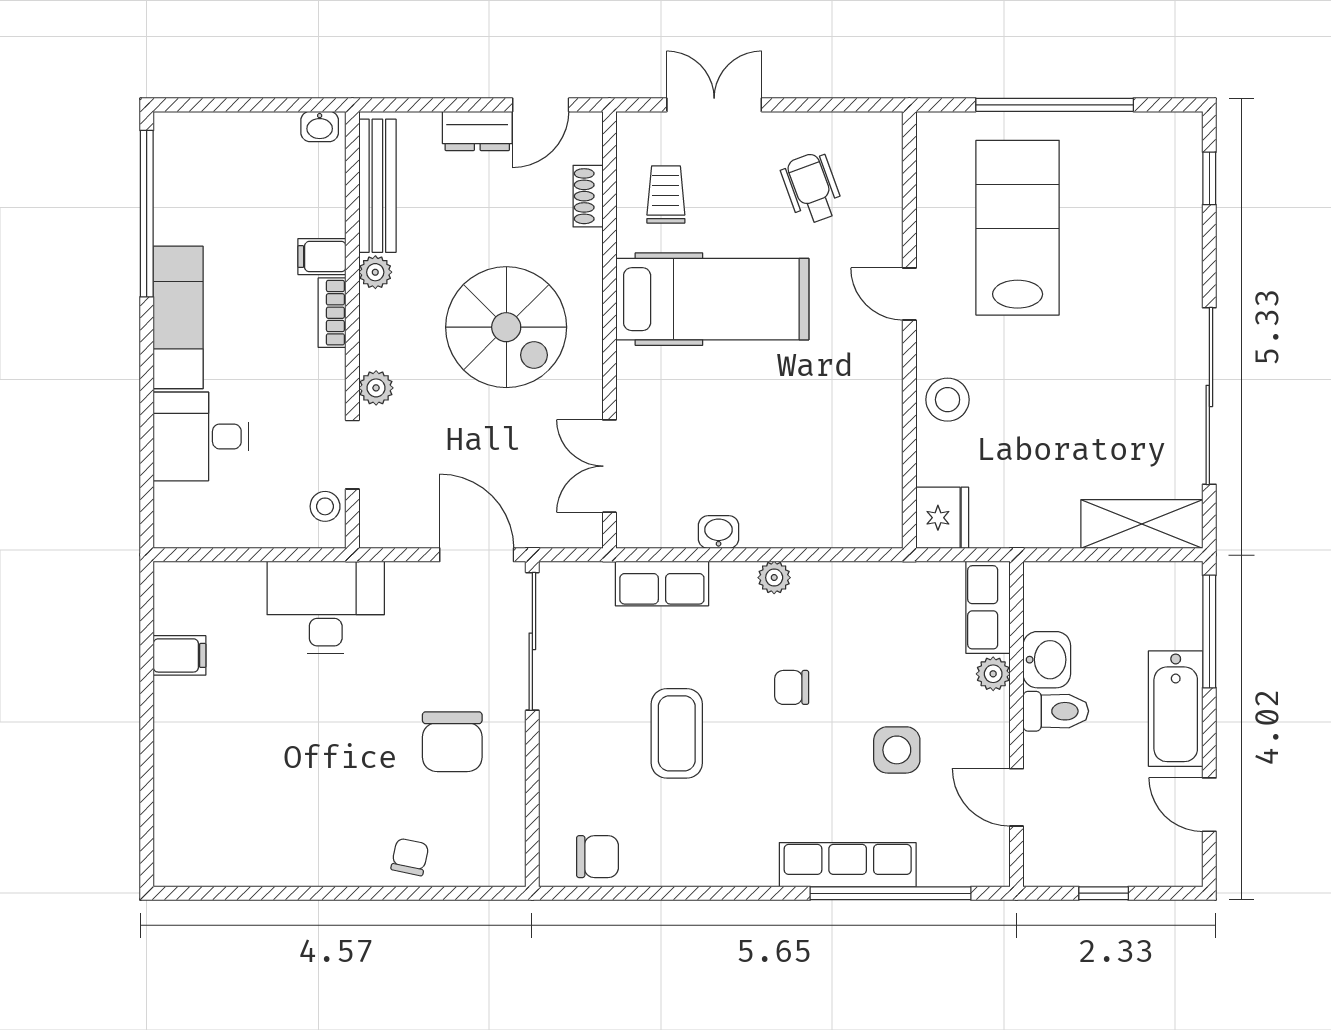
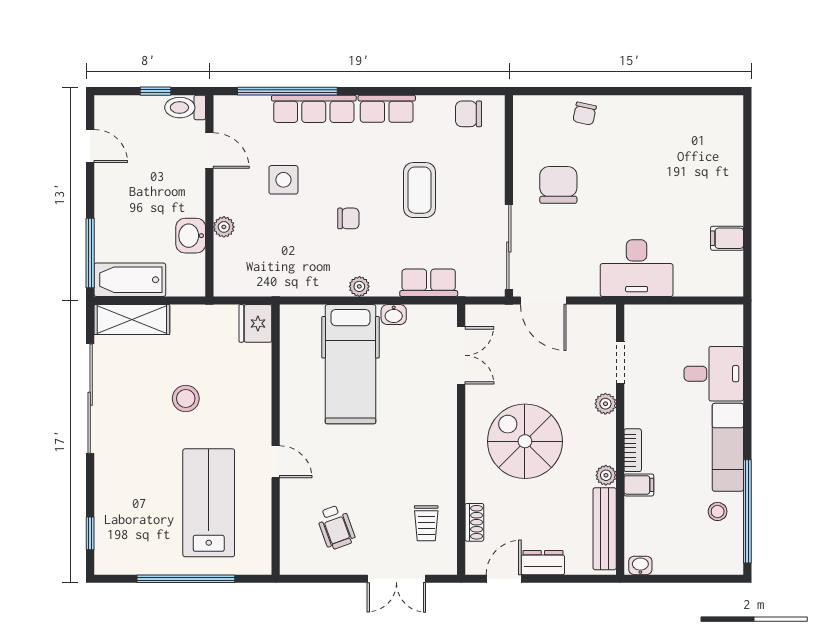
lab bench: (1018, 228) -> (209, 503), turned 180
hospital bed: (712, 299) -> (351, 364), moved, turned -90
stool: (948, 400) -> (186, 398), moved
stool: (325, 506) -> (718, 511), moved
row of seats: (988, 607) -> (387, 109), moved, turned 90
bathtub: (1176, 709) -> (130, 280), moved, turned -90
toilet: (1056, 711) -> (185, 108), moved

